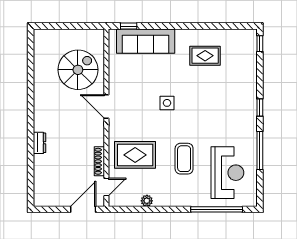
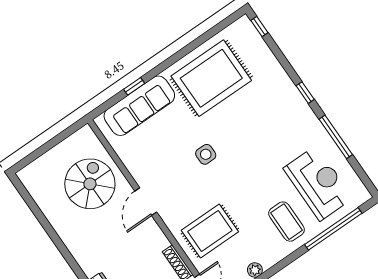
window: (129, 26) -> (134, 86), moved
rug: (205, 56) -> (211, 78), width x1.86, depth x2.06
door: (106, 107) -> (146, 202), hinge flipped
coffee table: (184, 159) -> (286, 222), moved

